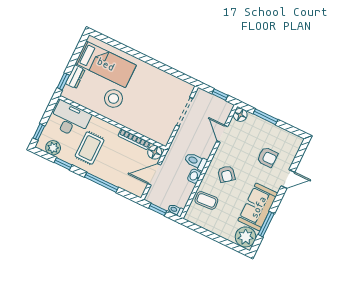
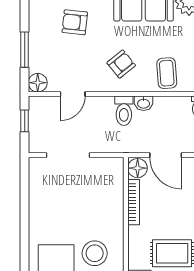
armchair: (267, 157) -> (75, 22), turned -84

